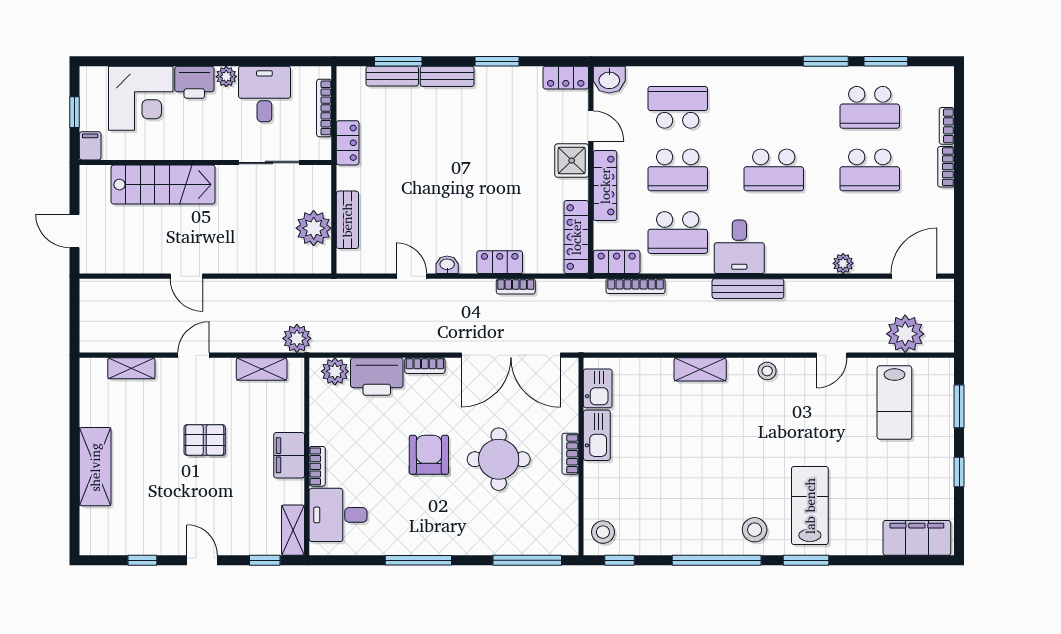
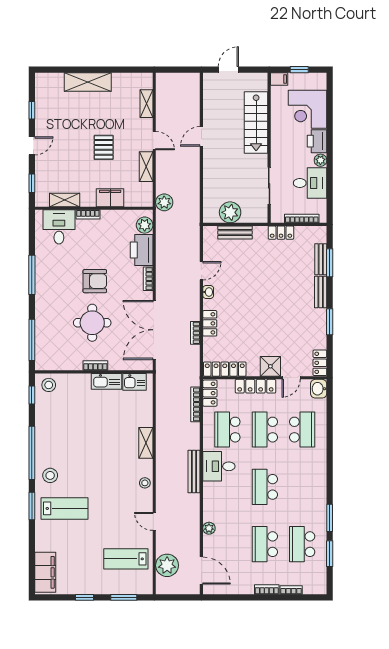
shelving: (262, 369) -> (146, 167), moved
filing cabinet: (289, 455) -> (110, 198), moved
shelving: (293, 530) -> (65, 200), moved

